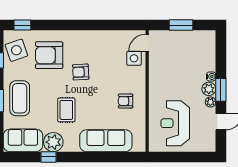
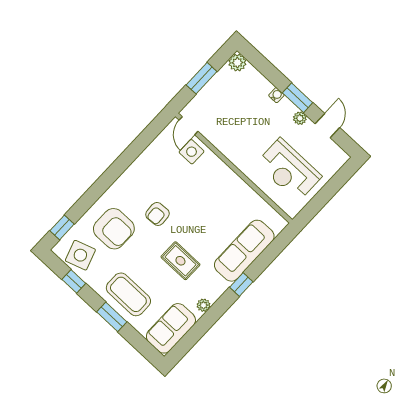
armchair: (49, 55) -> (114, 229), turned -90
plant: (209, 89) -> (237, 63), moved
armchair: (126, 101) -> (224, 197), removed
plant: (53, 142) -> (204, 305), width x0.53, depth x0.53
window: (48, 157) -> (241, 284), moved

